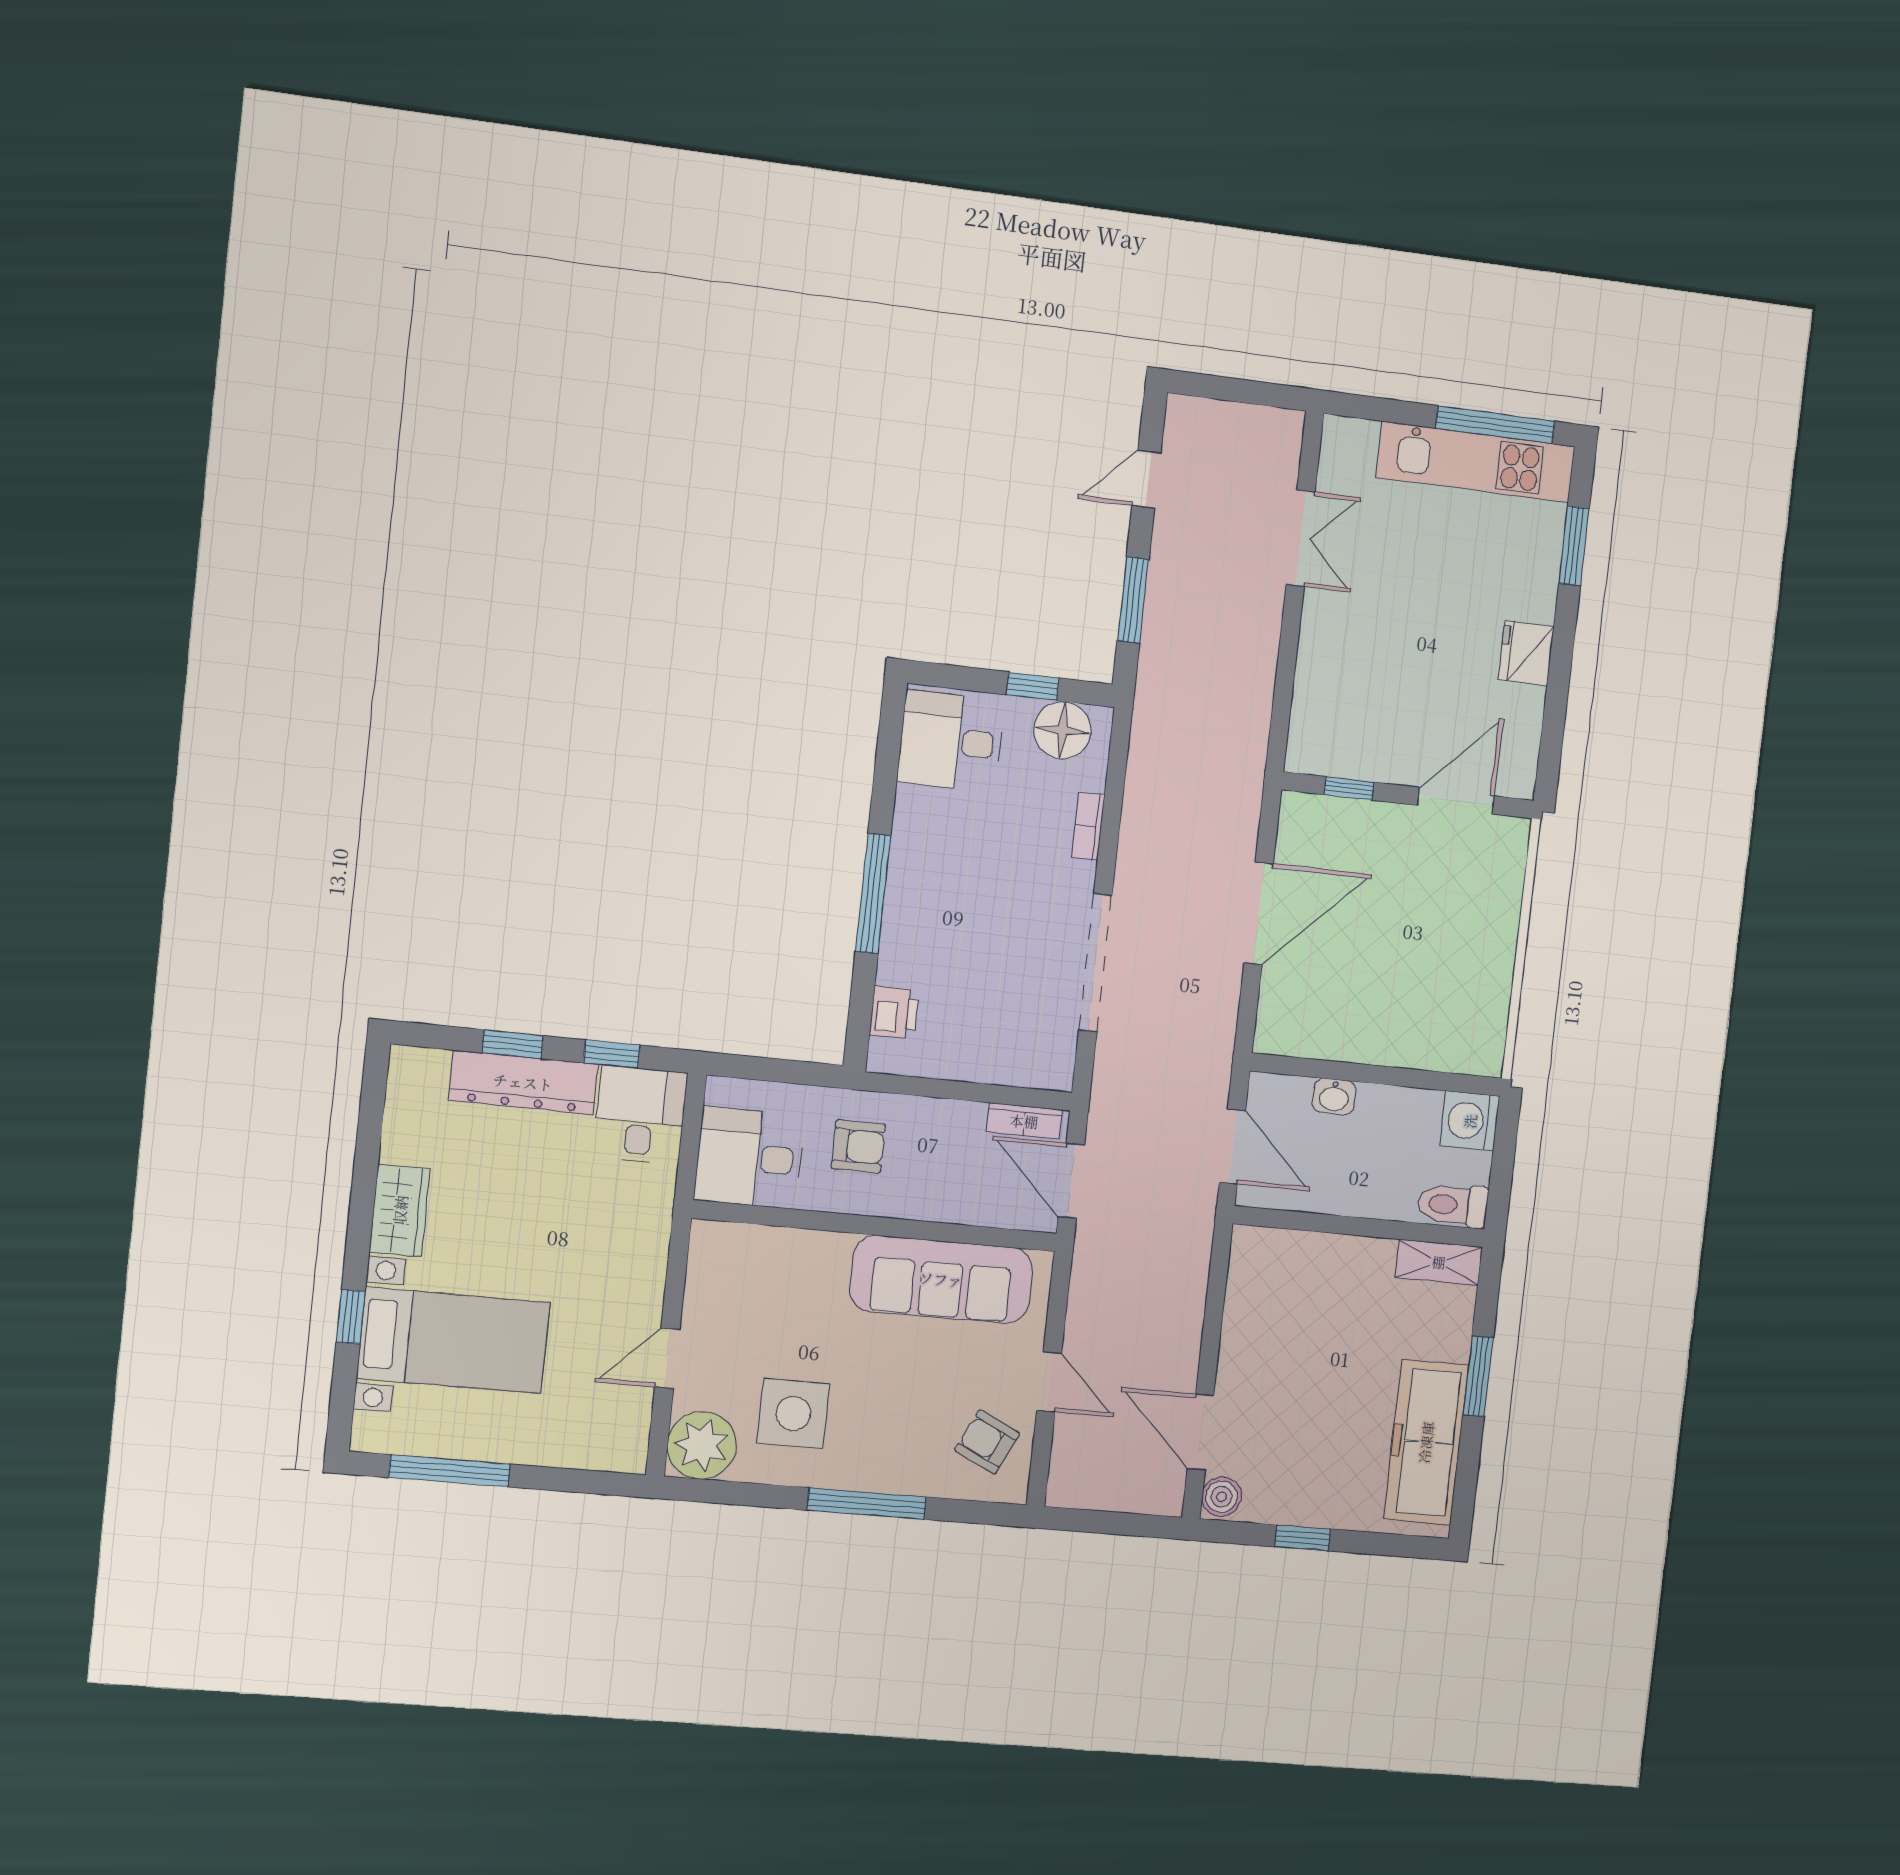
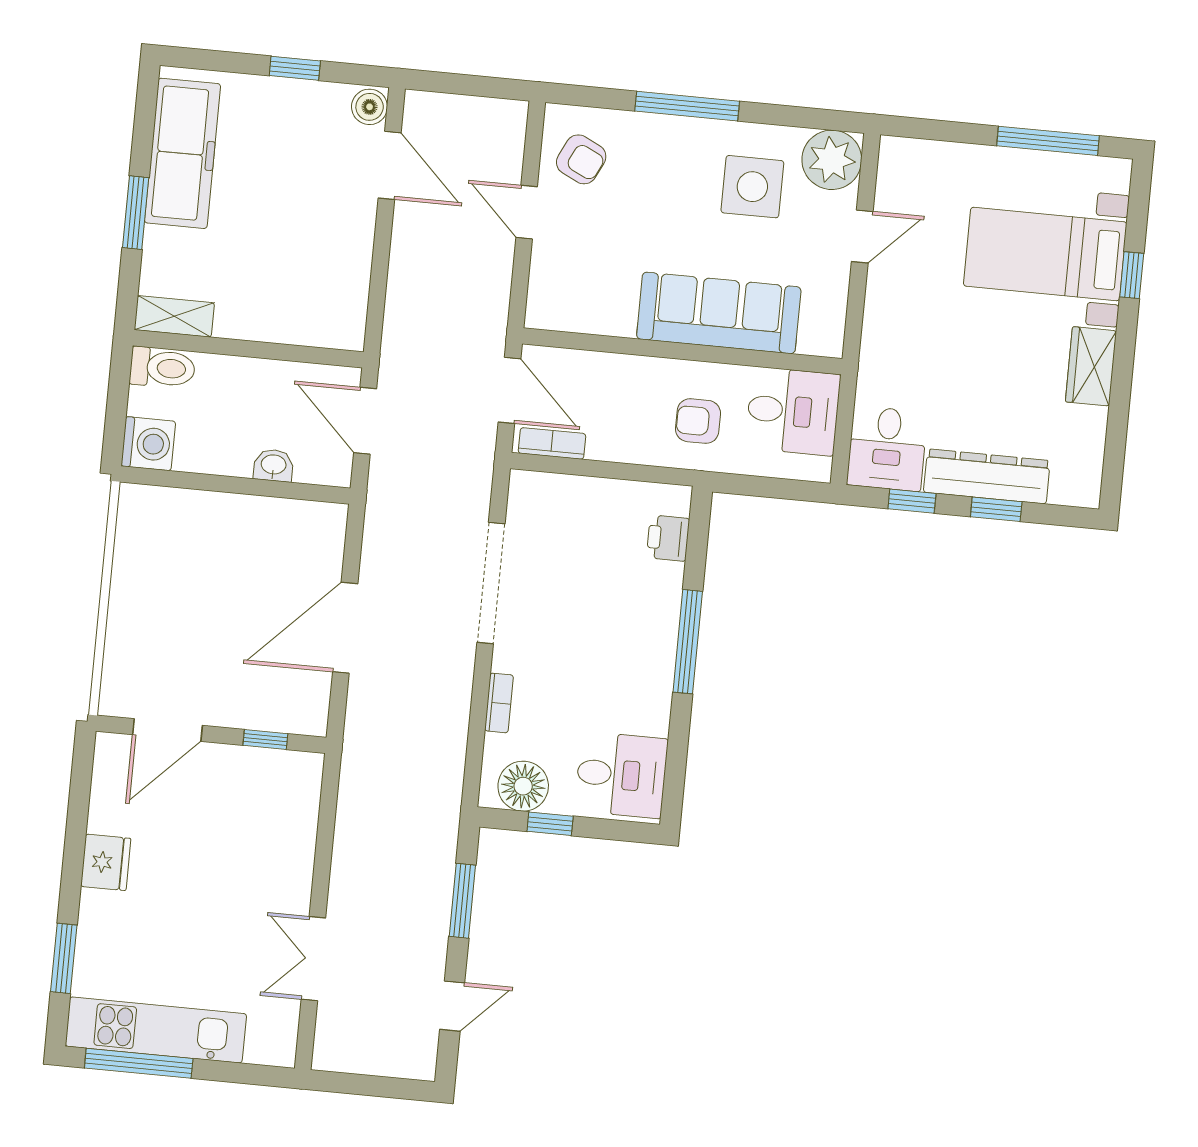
sofa: (941, 1279) -> (719, 313), moved

